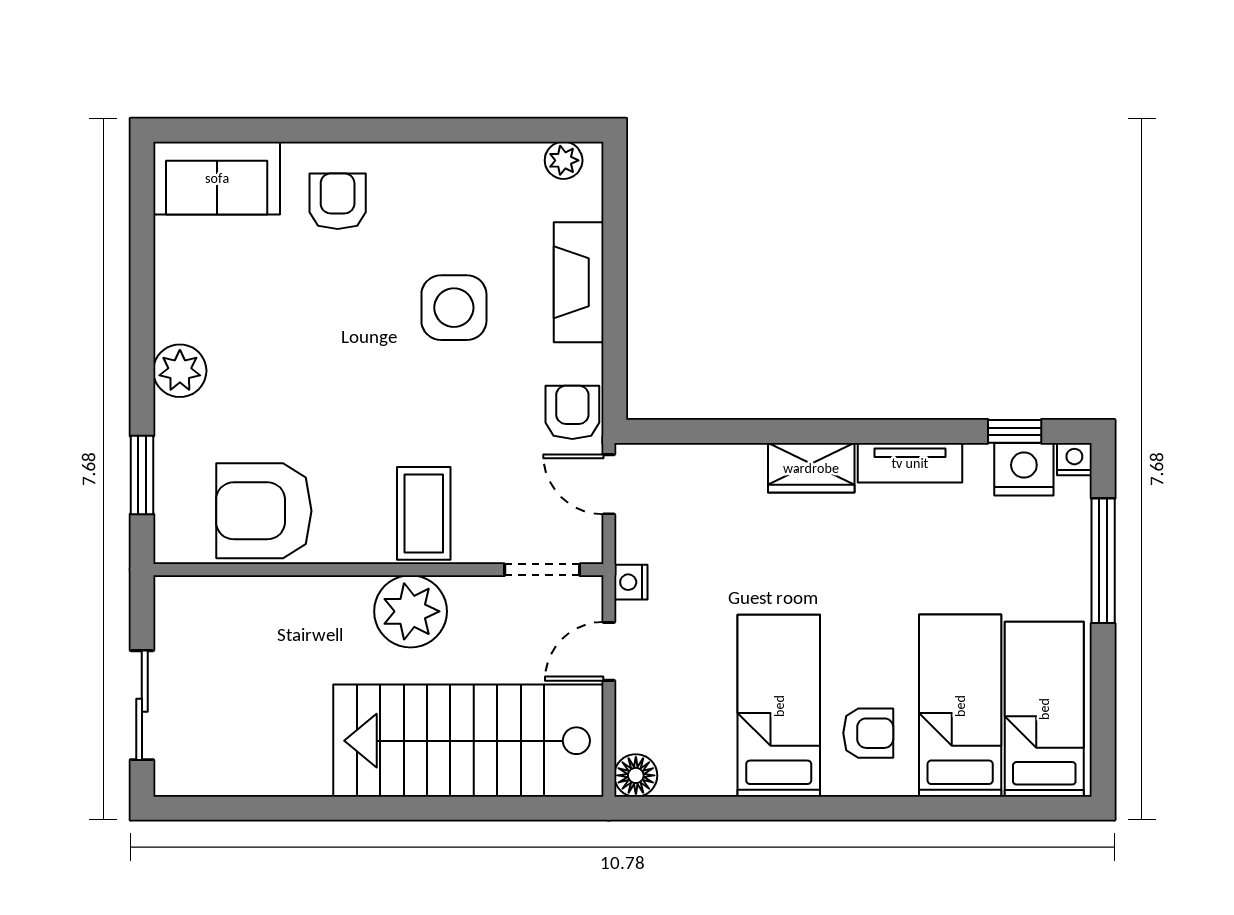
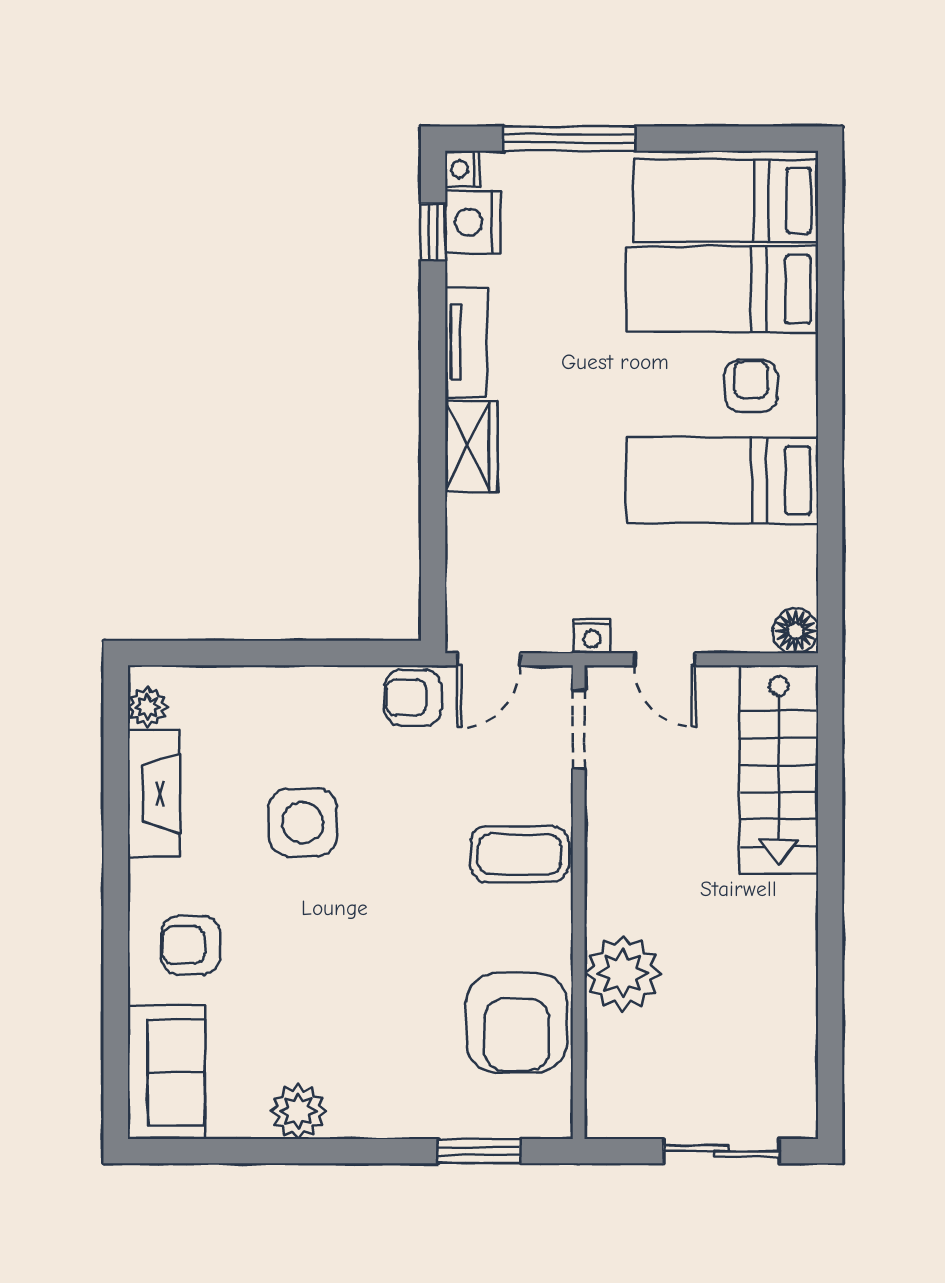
fireplace: (579, 282) -> (154, 794), moved, turned -90
plant: (180, 371) -> (298, 1111), moved
plant: (411, 611) -> (623, 973), moved
stairs: (468, 741) -> (779, 769), width x0.73, depth x0.66

